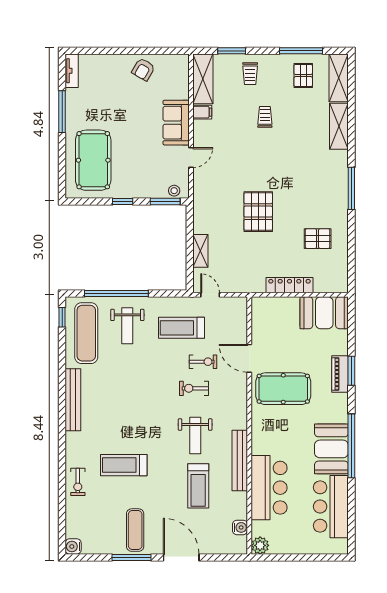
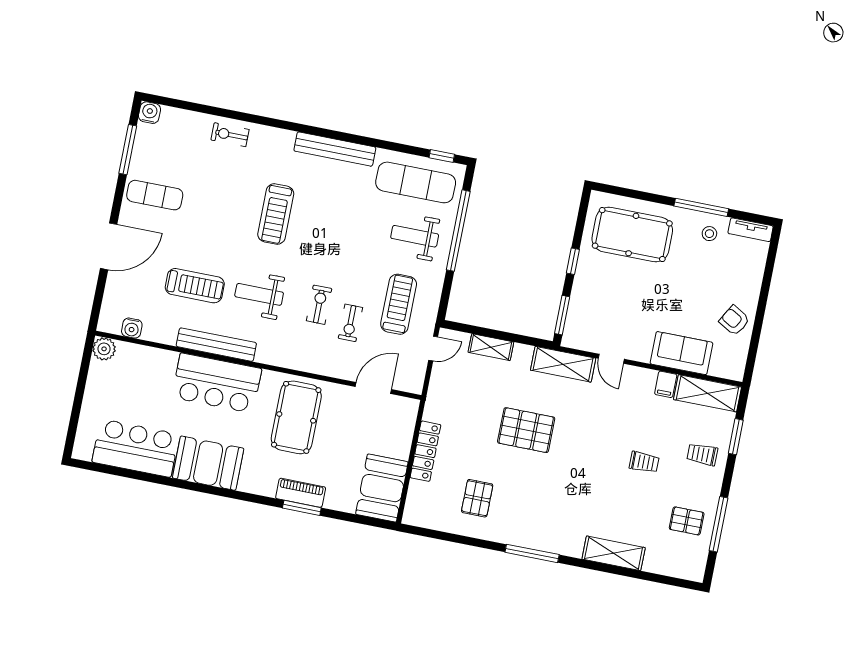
shelving: (339, 78) -> (563, 364), moved
sofa: (176, 123) -> (681, 353), moved
stool: (174, 191) -> (709, 234), moved
door: (249, 358) -> (373, 388), moved
window: (351, 446) -> (207, 489), removed
treadmill: (124, 465) -> (276, 214), moved, turned 180
treadmill: (198, 486) -> (195, 286), turned 180
bar counter: (269, 488) -> (217, 383), moved
window: (131, 558) -> (128, 150), moved

